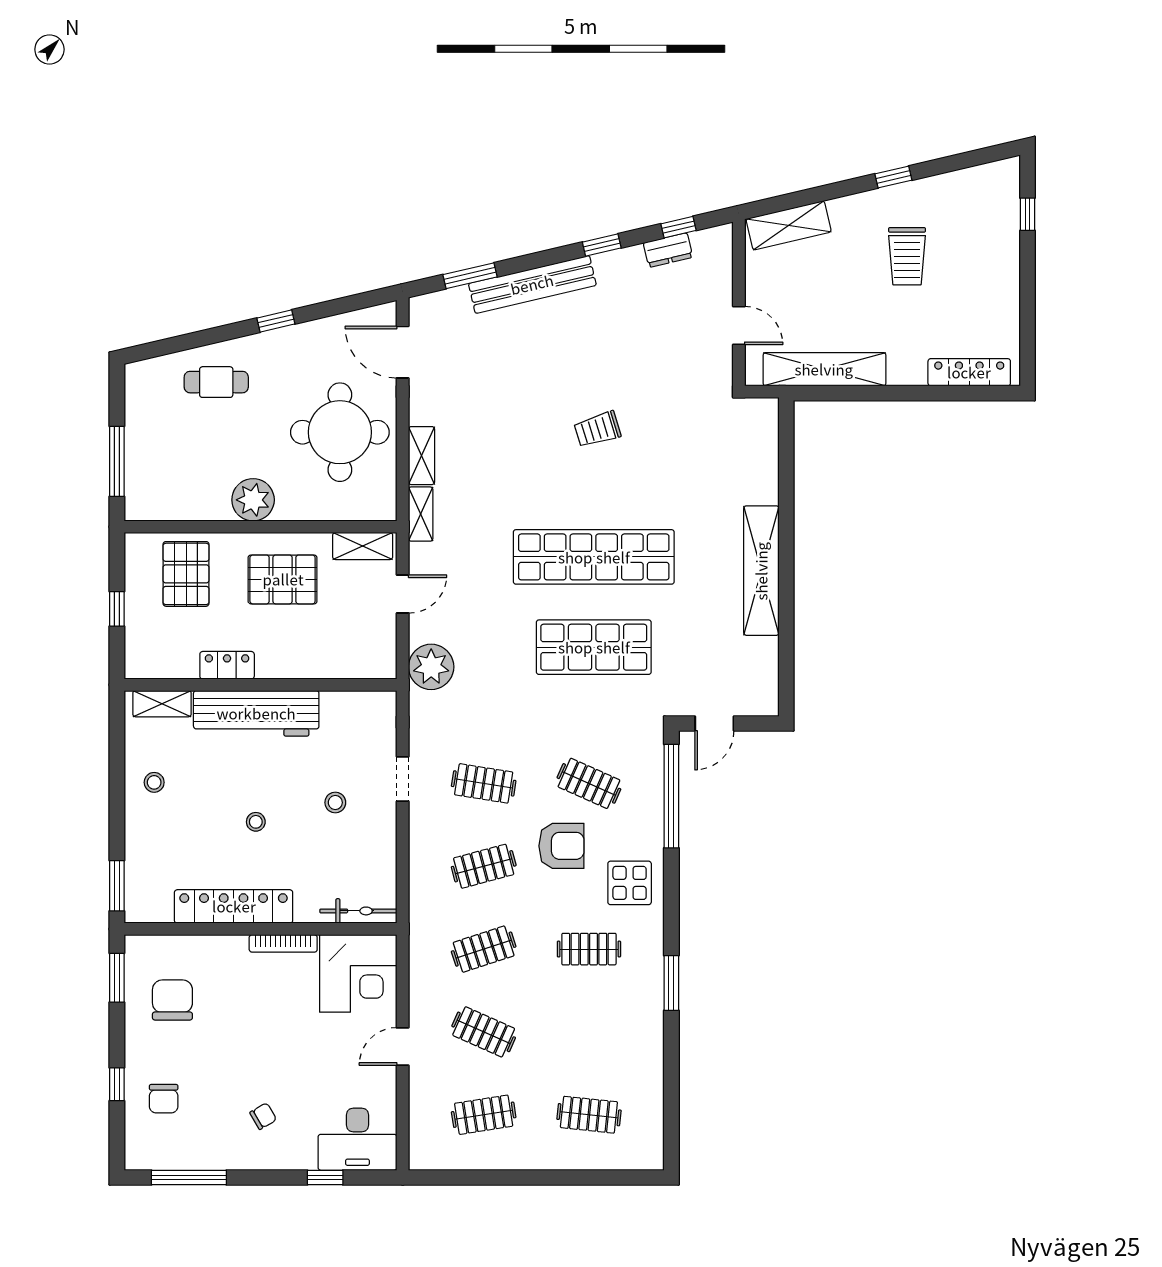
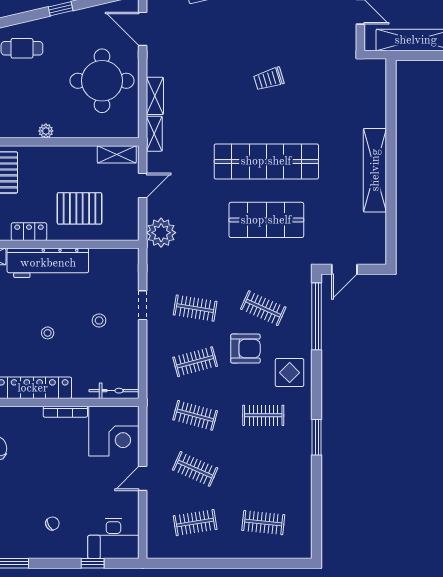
plant: (253, 500) -> (46, 131), width x0.53, depth x0.53
pallet: (283, 579) -> (79, 208), moved
clothes rail: (484, 949) -> (195, 415), turned 33

